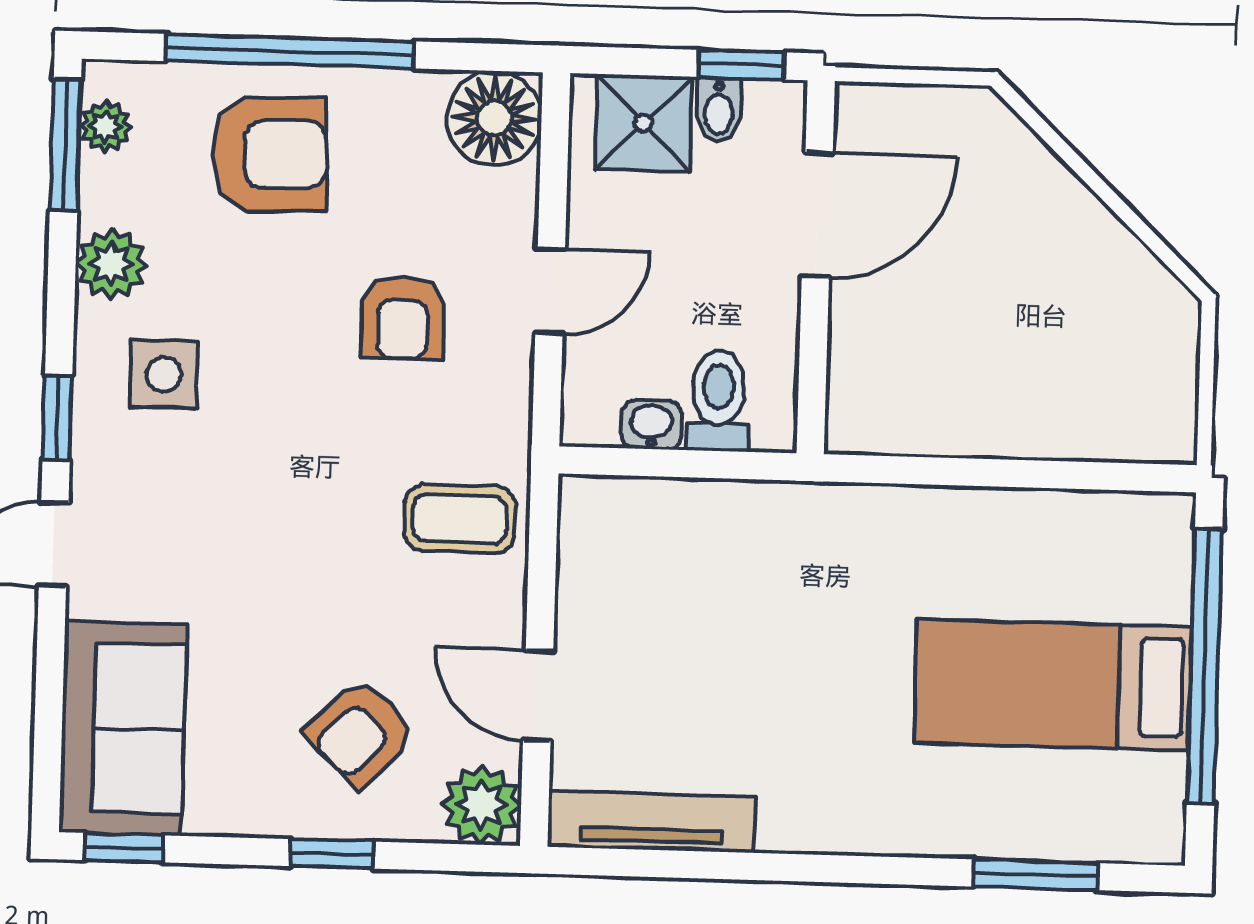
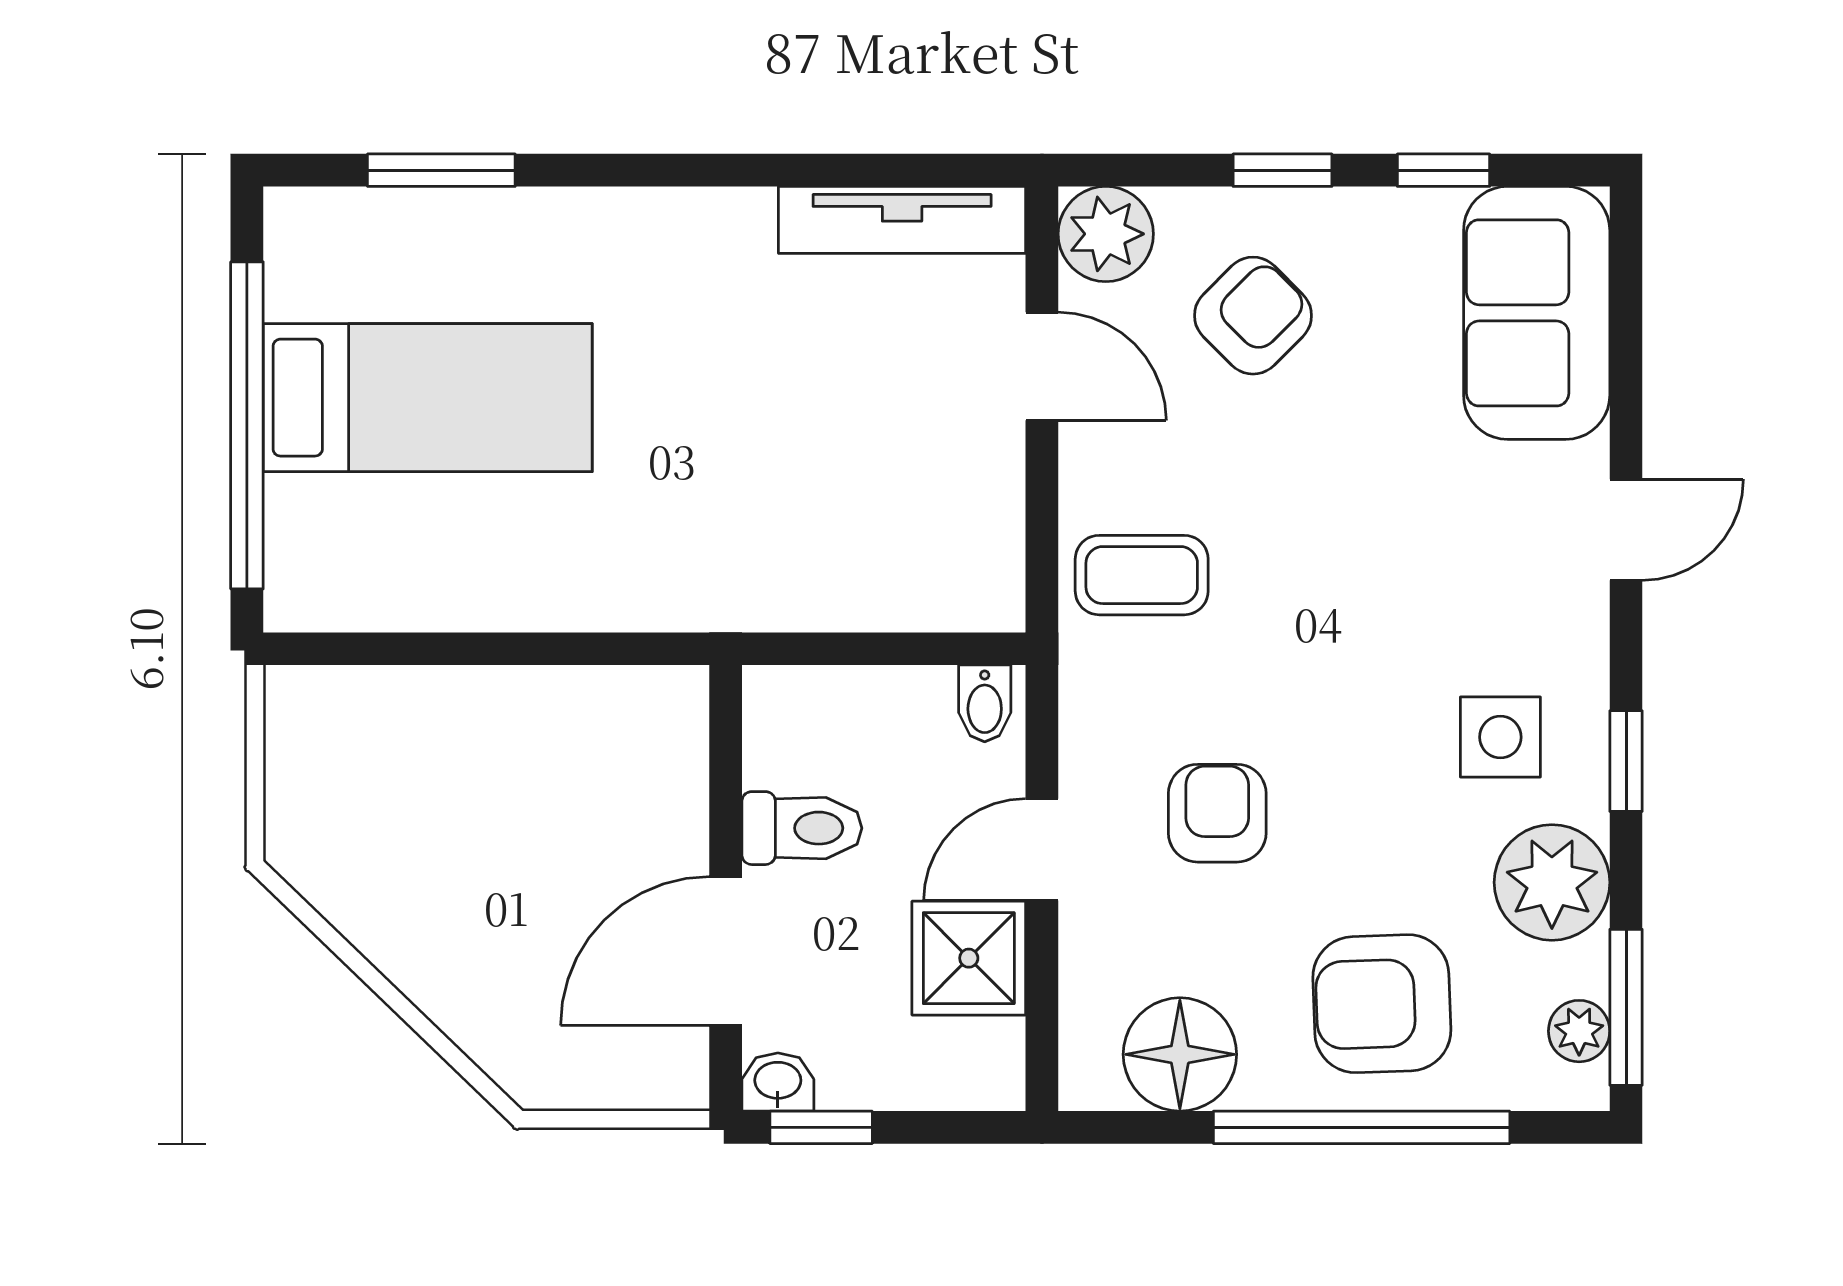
bidet: (719, 110) -> (985, 703), moved, turned 180
floor lamp: (494, 118) -> (1180, 1054), moved
shower: (643, 123) -> (969, 958), moved
plant: (111, 264) -> (1552, 882), width x1.36, depth x1.36
toilet: (718, 401) -> (802, 828), moved, turned -90
window: (57, 418) -> (1626, 761), moved
washbasin: (652, 425) -> (778, 1082), moved, turned 180
window: (123, 848) -> (1444, 170), moved

